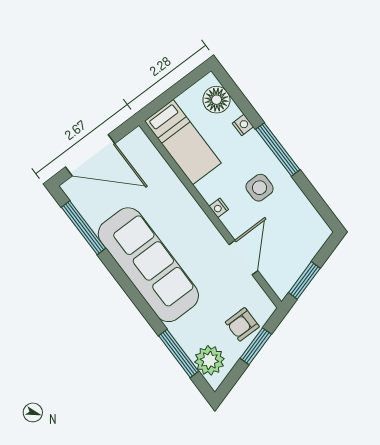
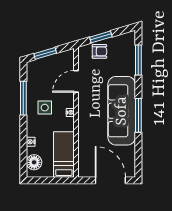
window: (278, 150) -> (23, 98), moved
window: (84, 228) -> (138, 115), moved
window: (304, 280) -> (45, 53), moved
plant: (209, 360) -> (127, 46), removed

